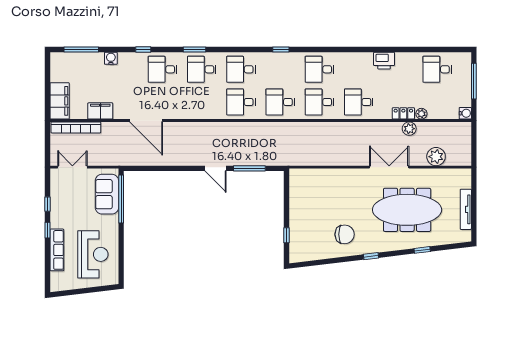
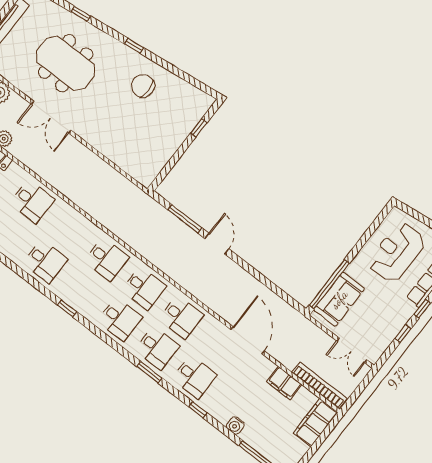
desk: (320, 102) -> (181, 317), moved
meeting table: (407, 210) -> (66, 63), width x0.73

